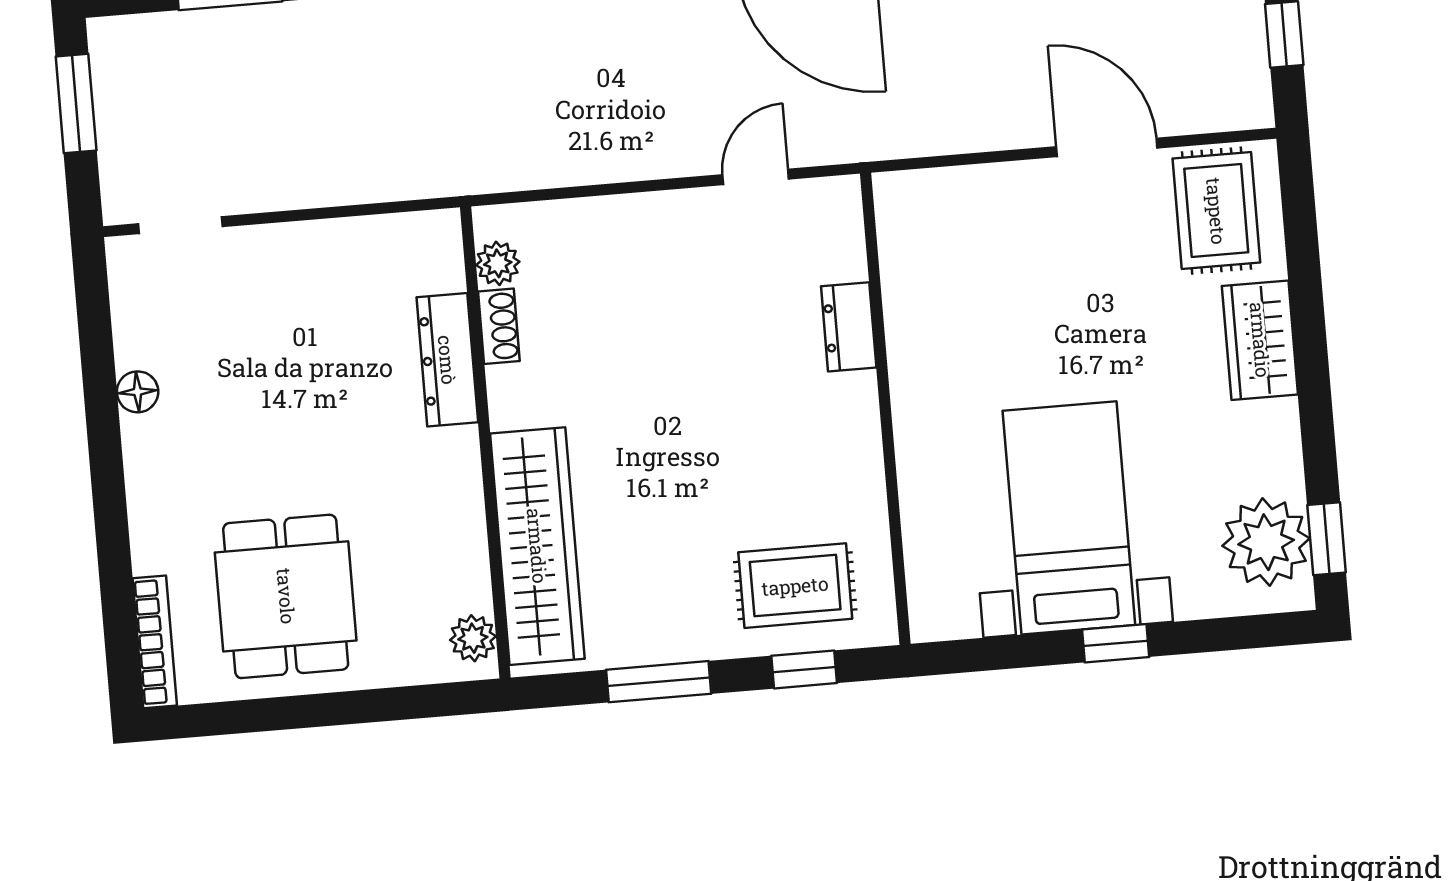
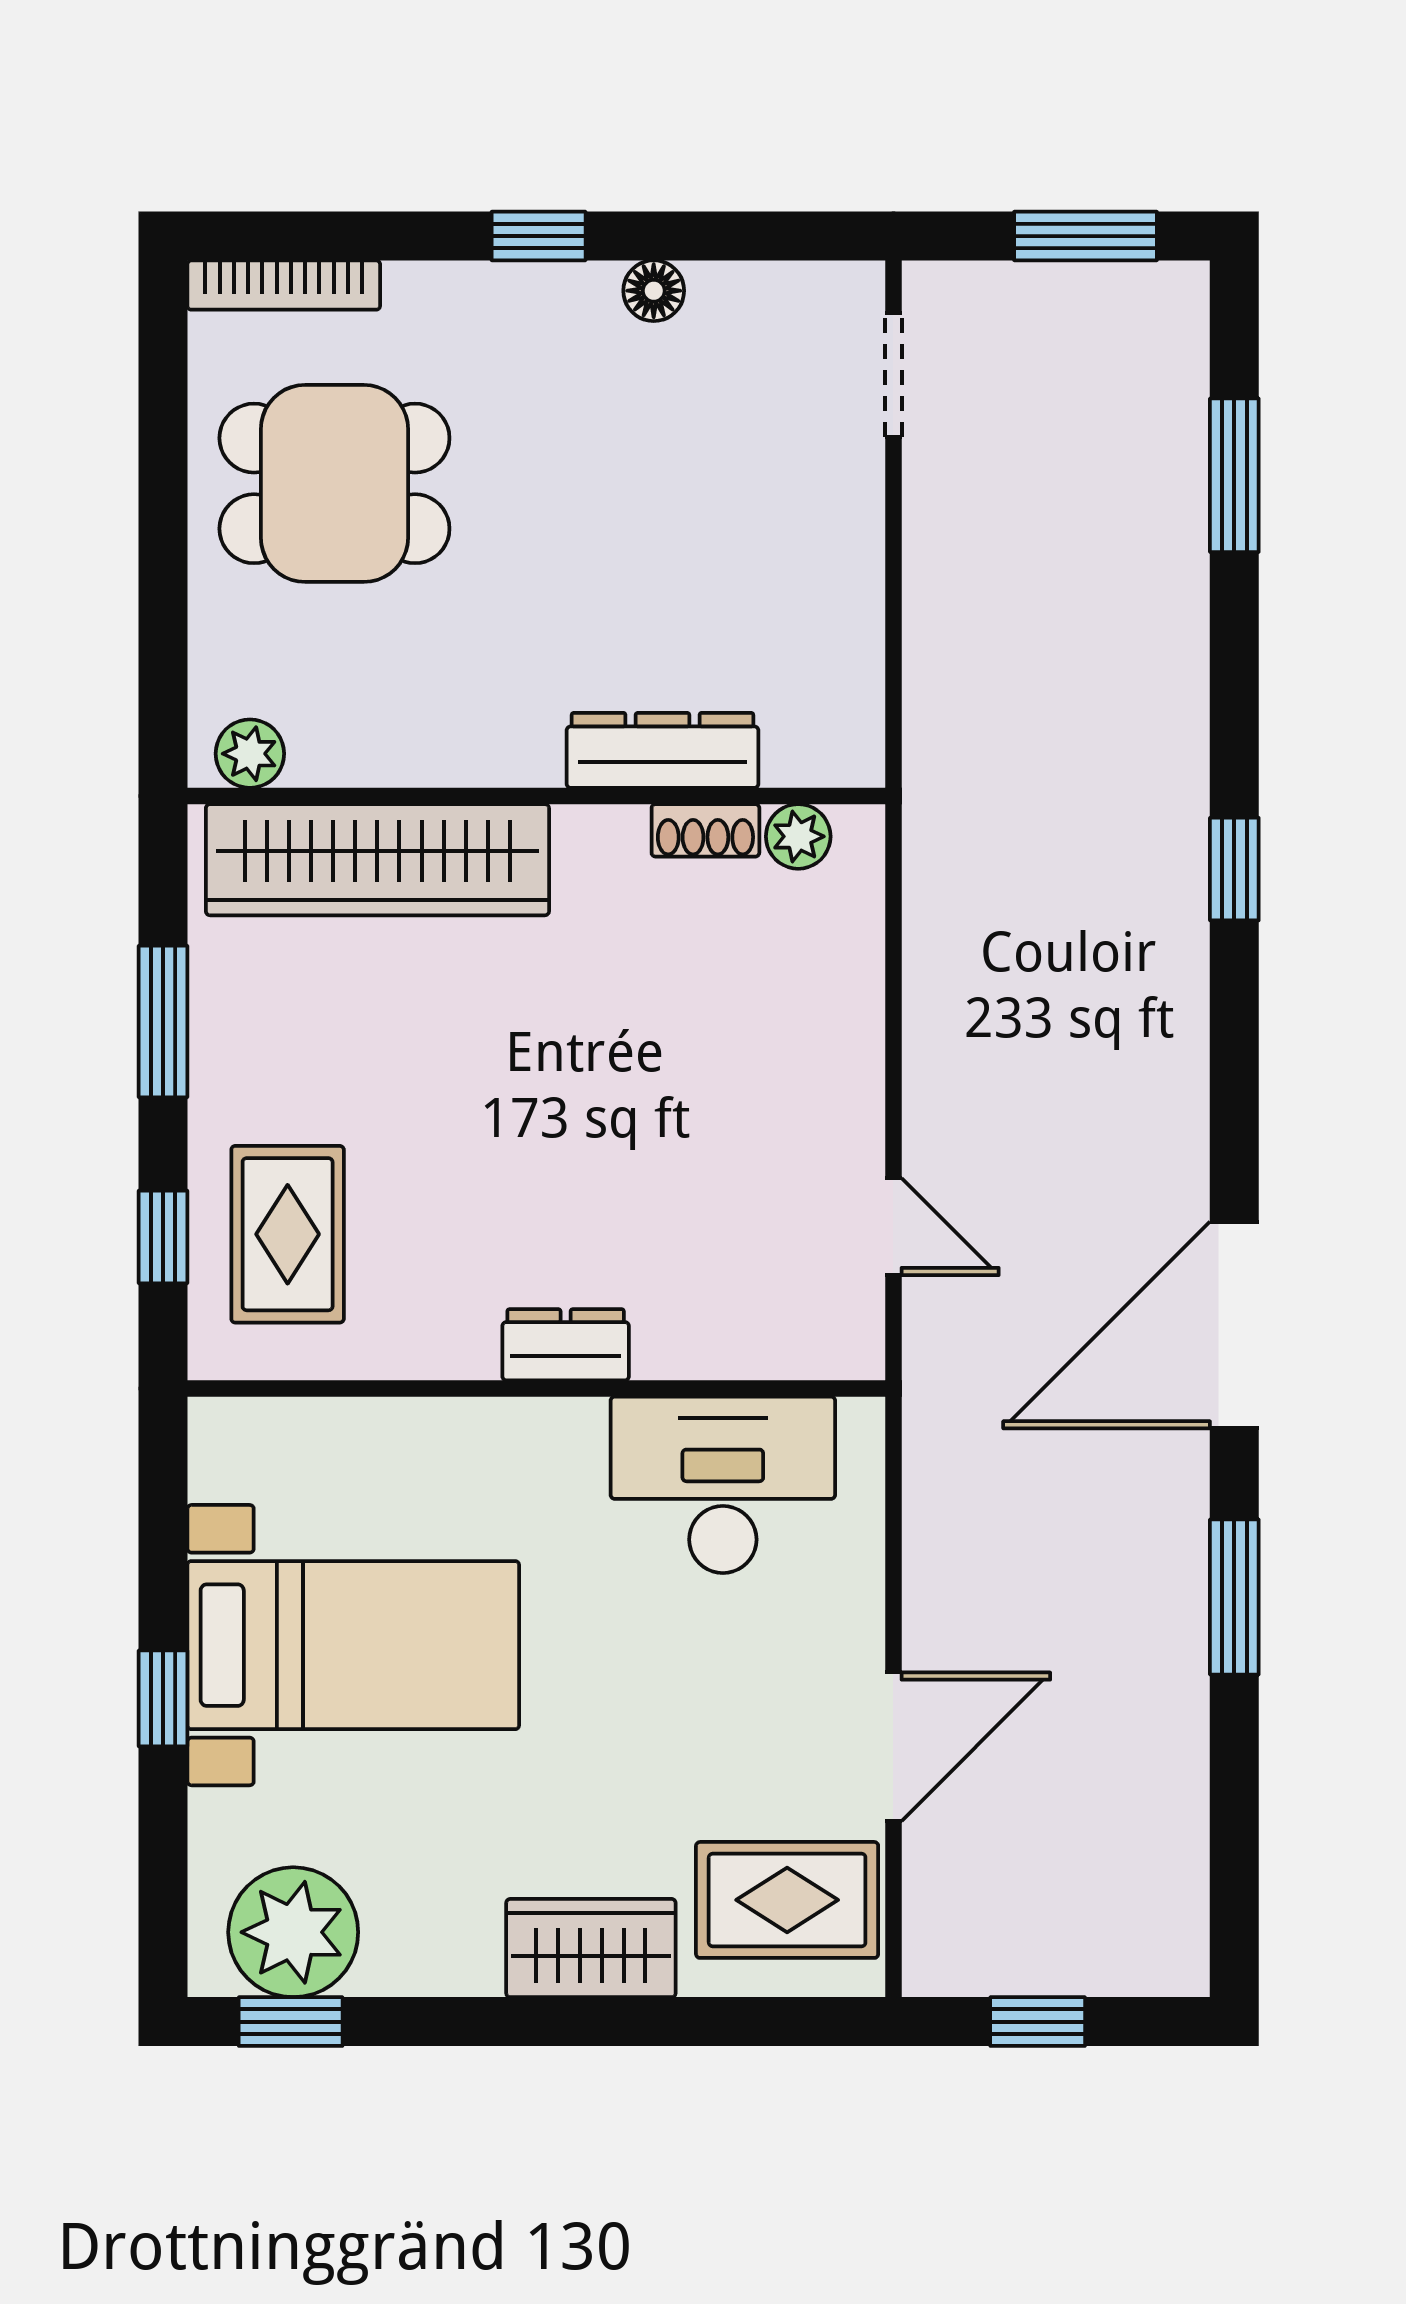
desk: (940, 277) -> (723, 1485), added
dresser: (849, 327) -> (566, 1345), moved
window: (107, 473) -> (539, 236), added

